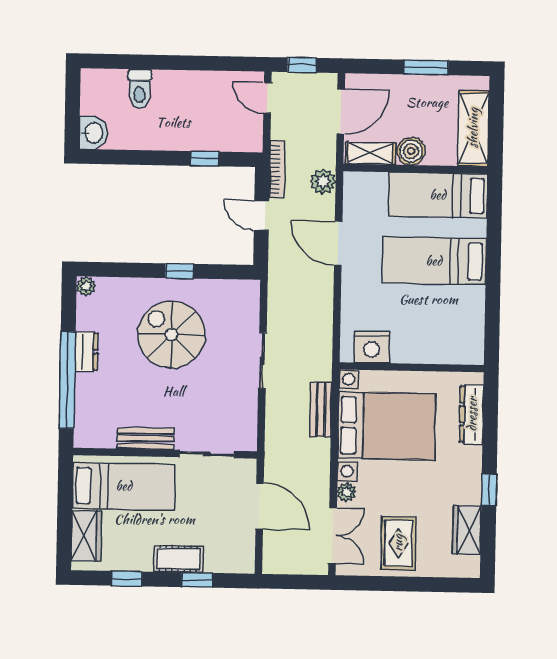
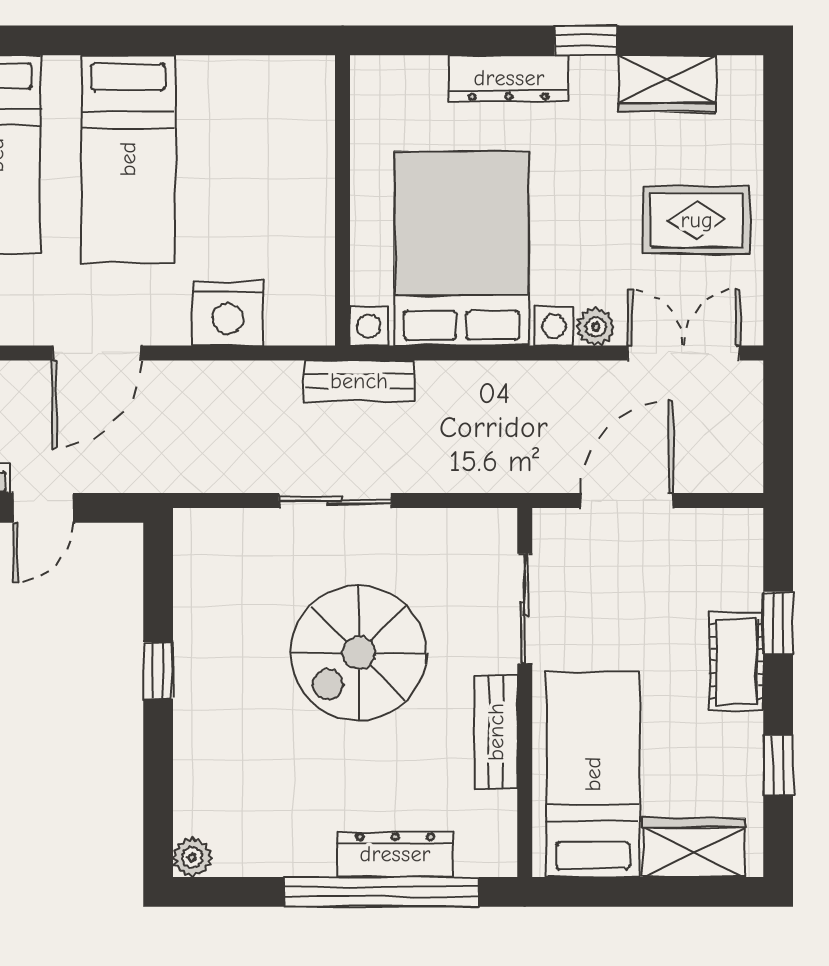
spiral stairs: (171, 335) -> (359, 653), moved
nightstand: (372, 347) -> (228, 314), moved, turned 90
dresser: (86, 351) -> (395, 854), moved, width x1.44
bench: (321, 410) -> (359, 381), moved
dresser: (472, 414) -> (509, 78), moved

